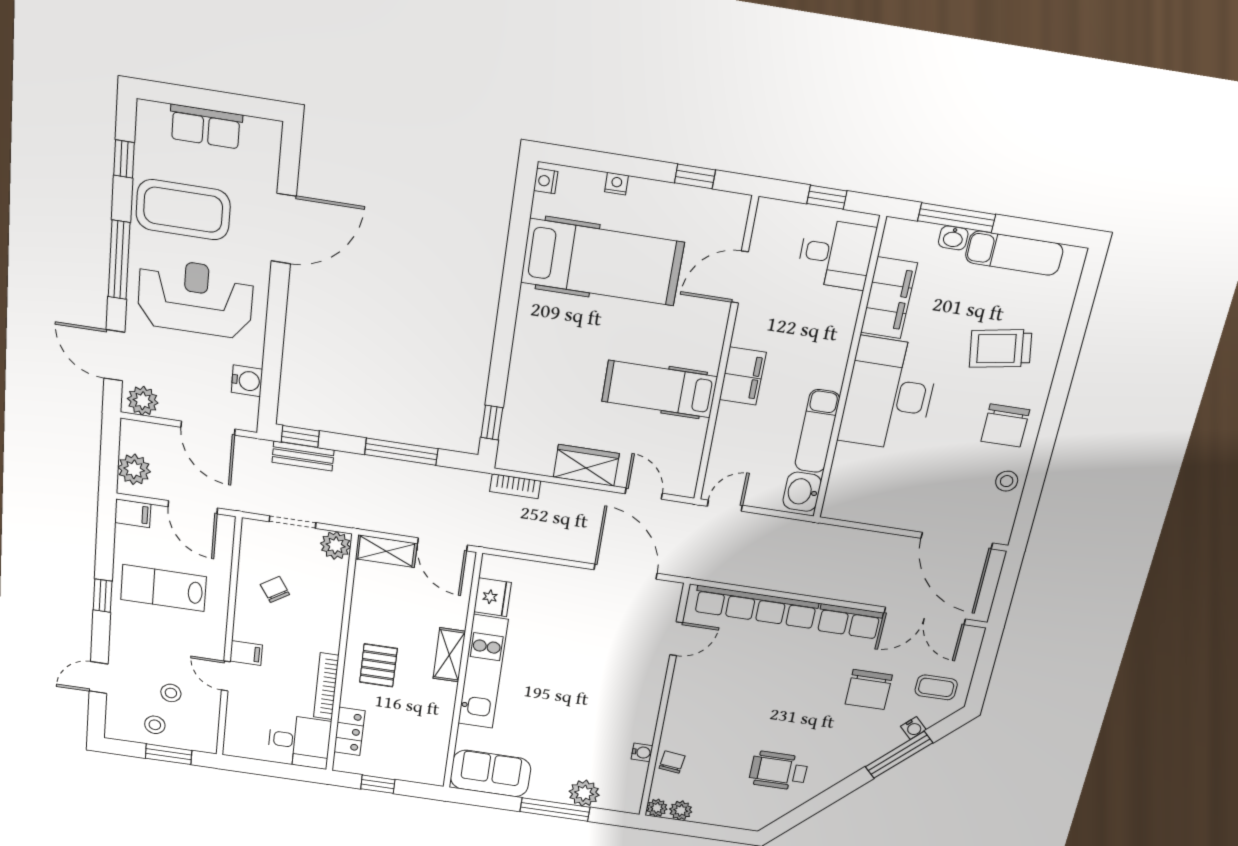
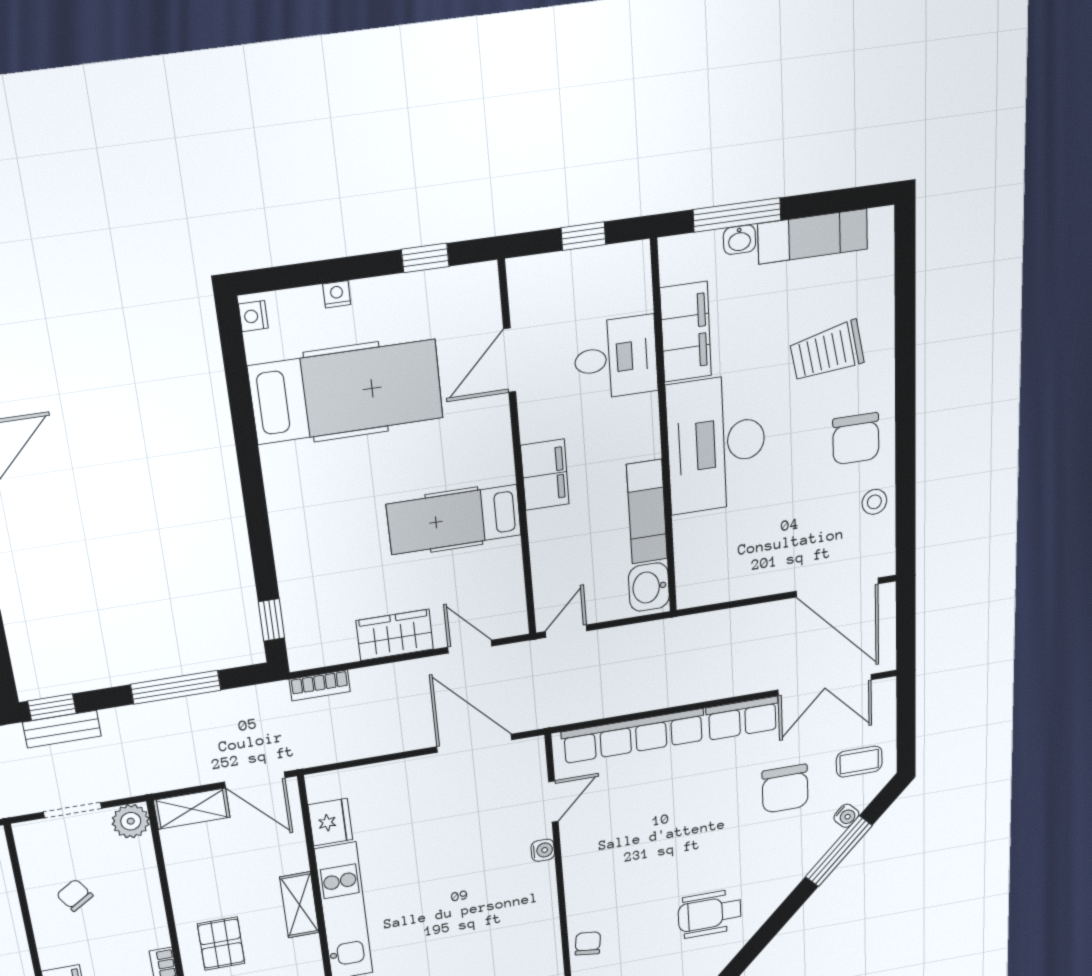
desk: (836, 254) -> (616, 358), moved
water cooler: (642, 752) -> (543, 850), moved

